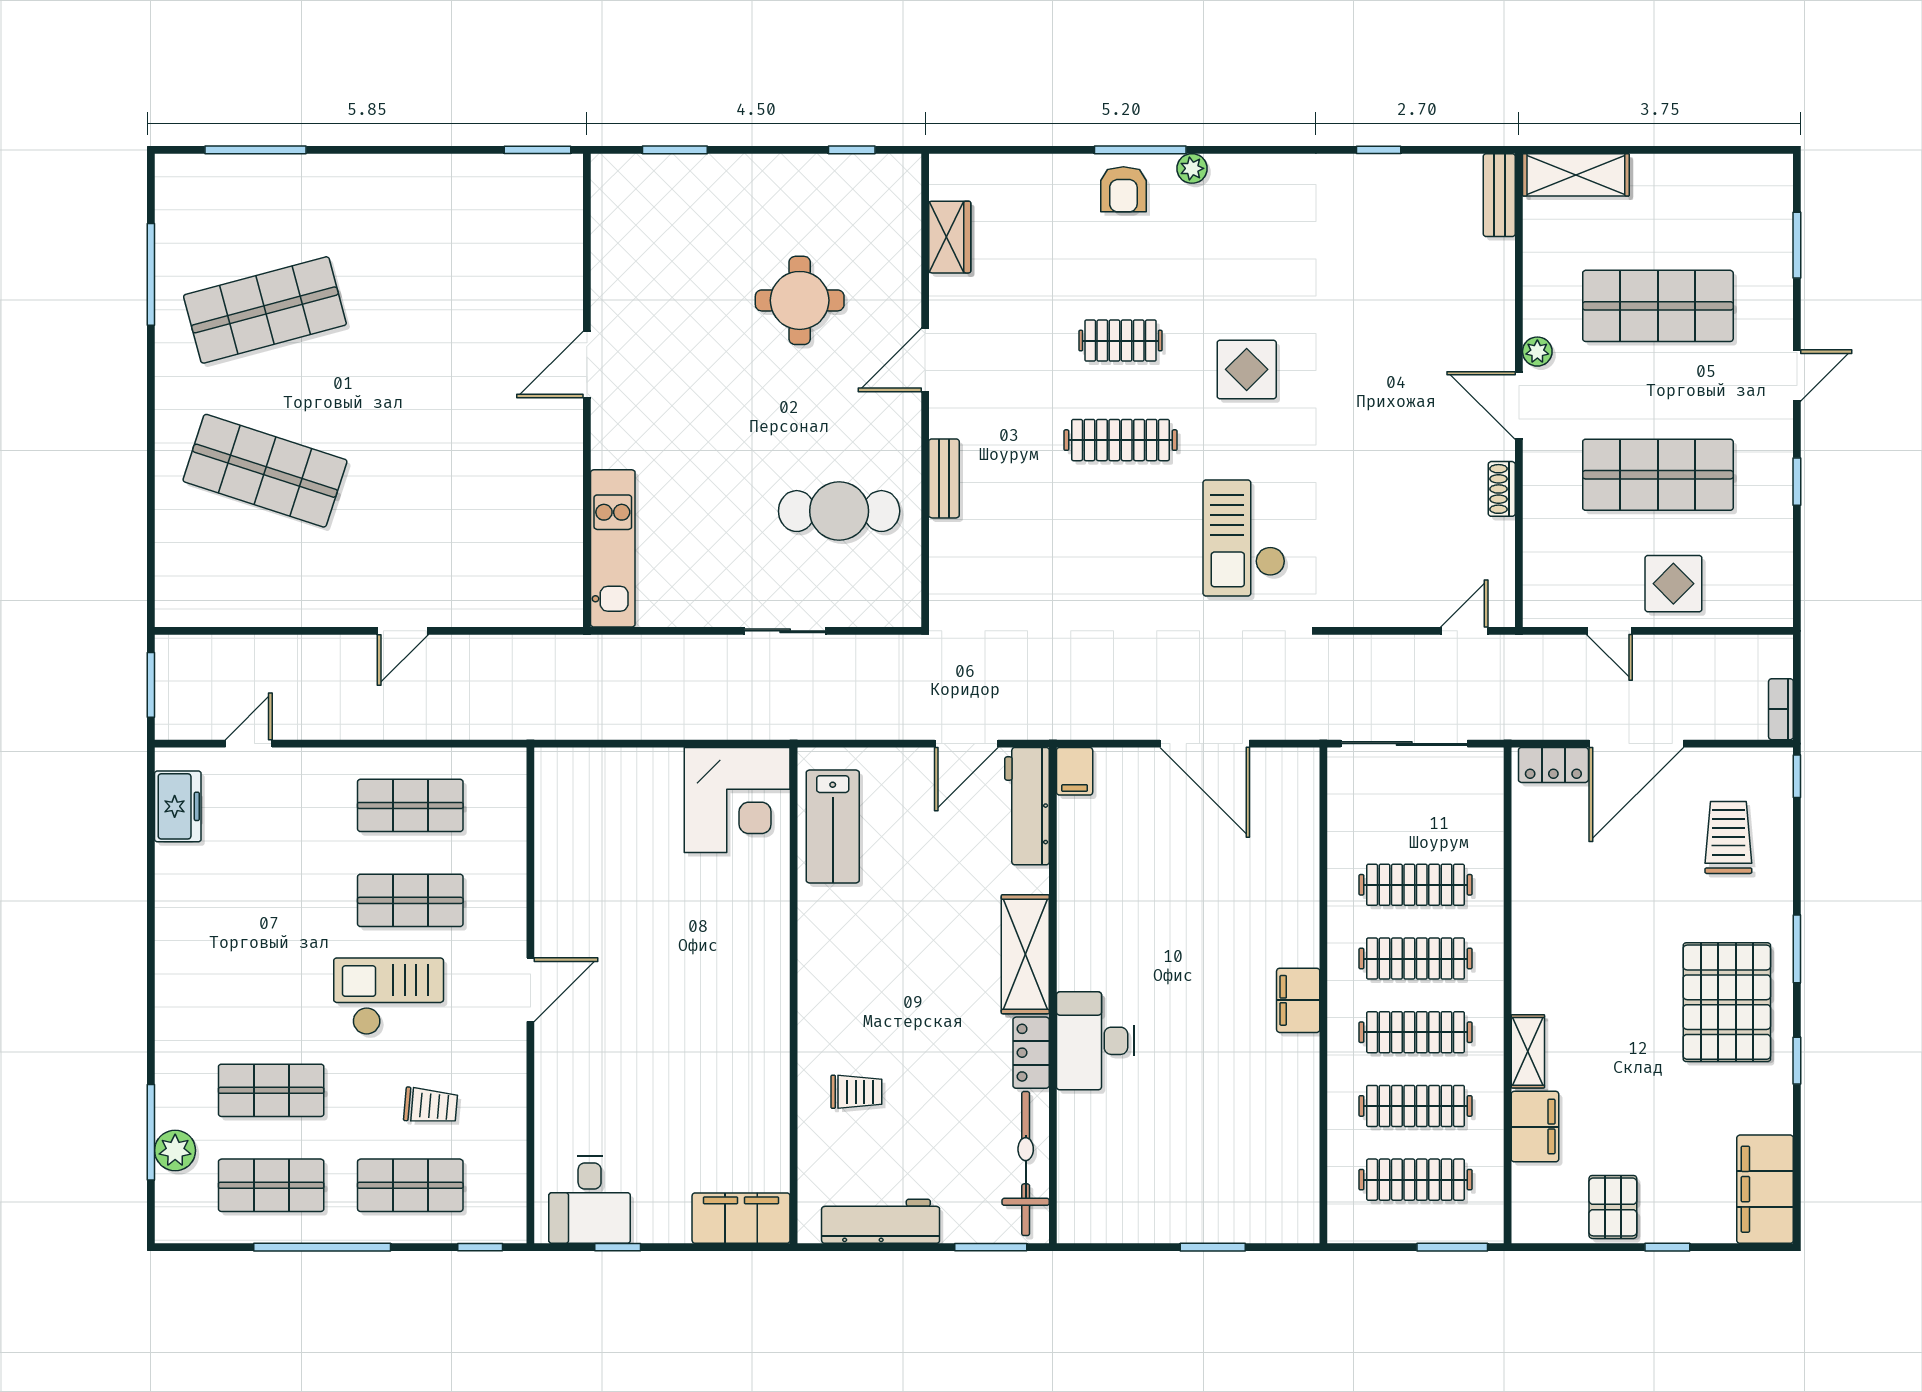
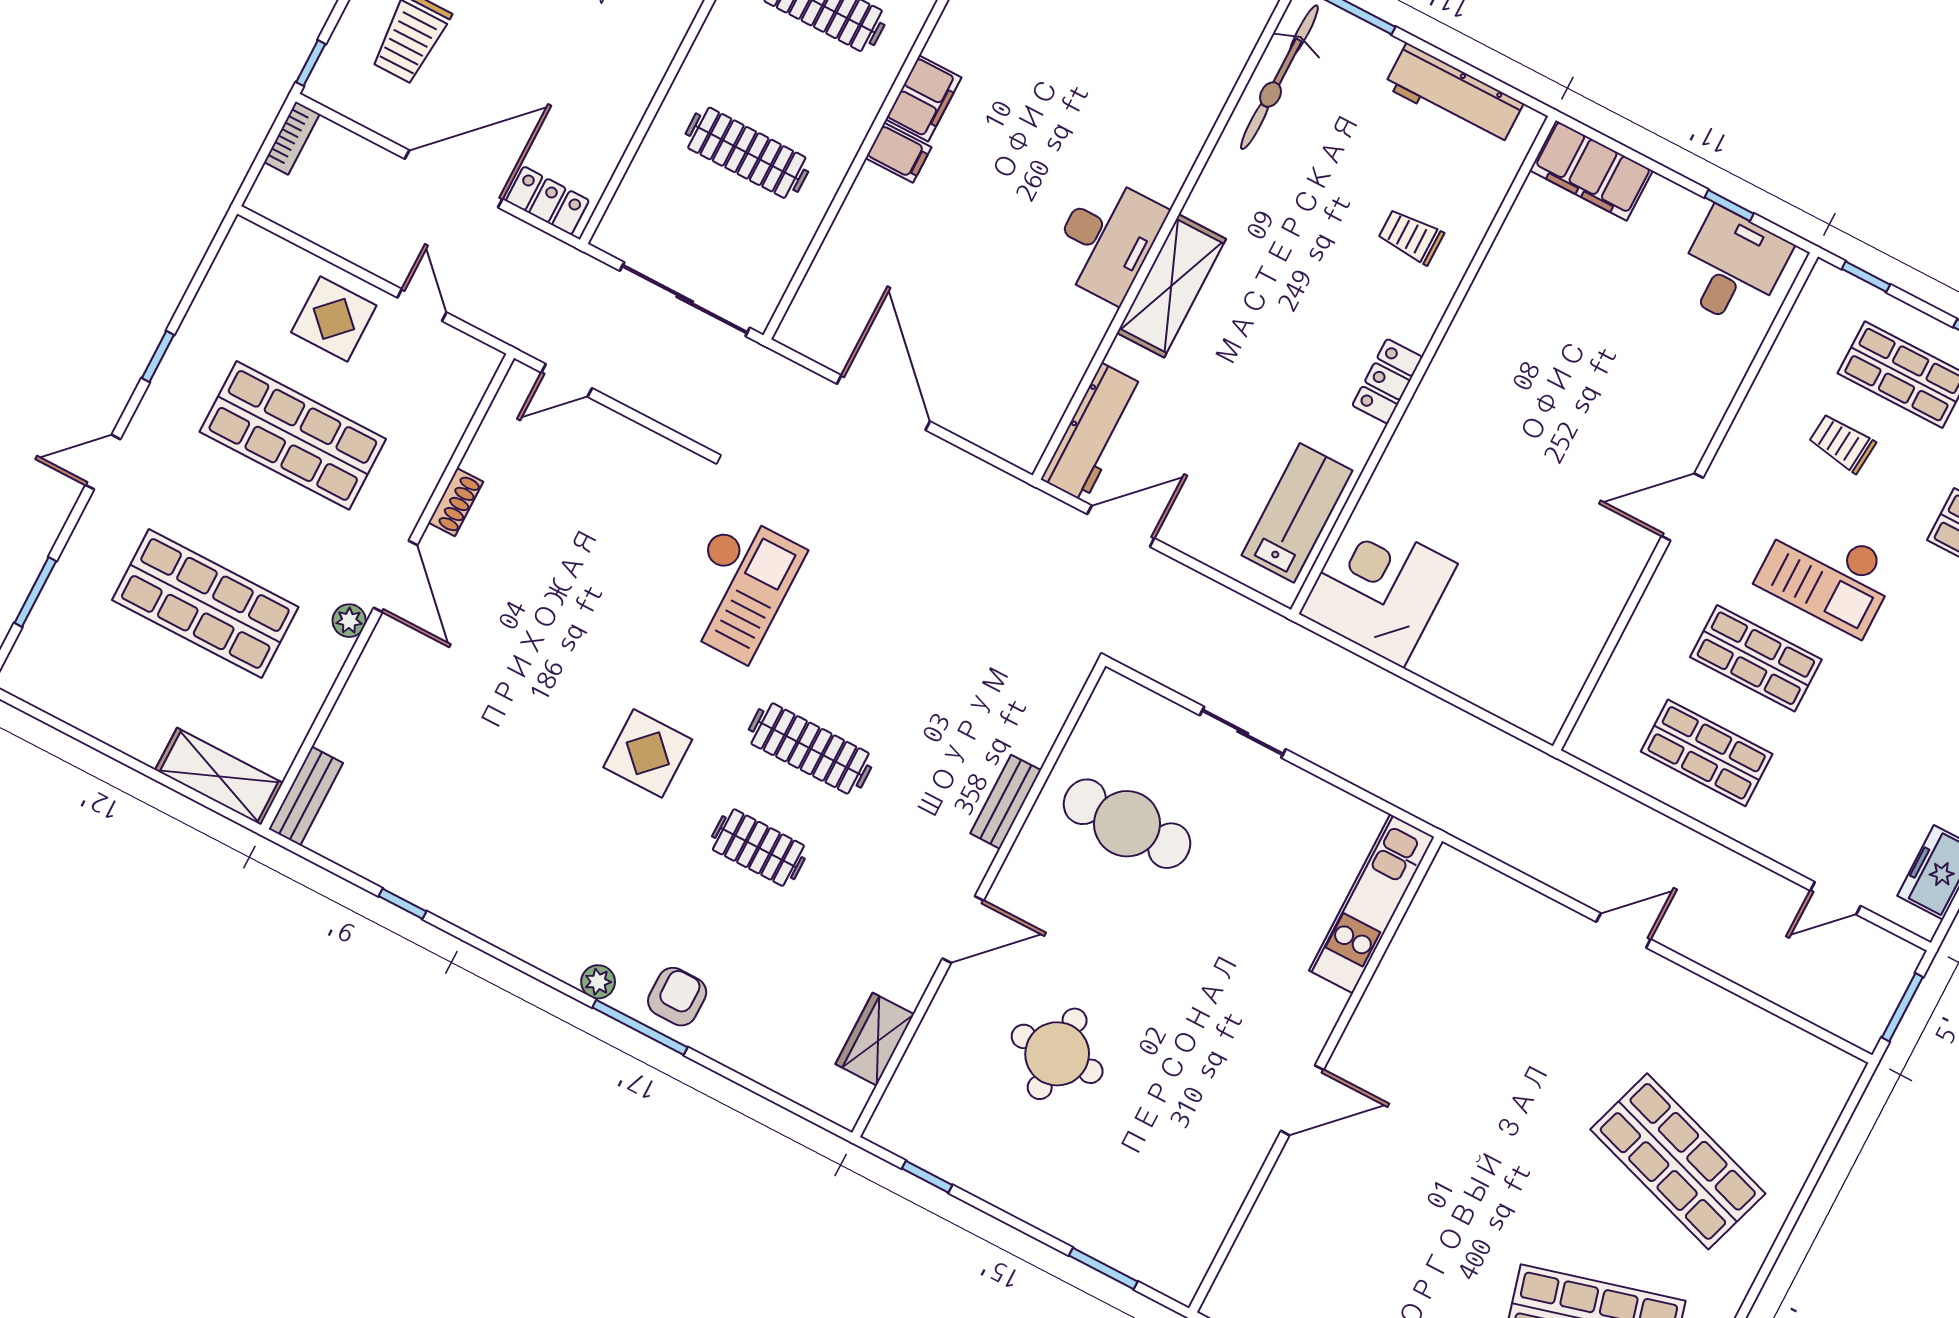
filing cabinet: (1075, 771) -> (898, 153), moved, turned 90
clothes rail: (1416, 959) -> (785, 79), removed
desk: (1095, 1041) -> (1107, 239), moved
locker: (1031, 1053) -> (1387, 381), moved, turned 180

